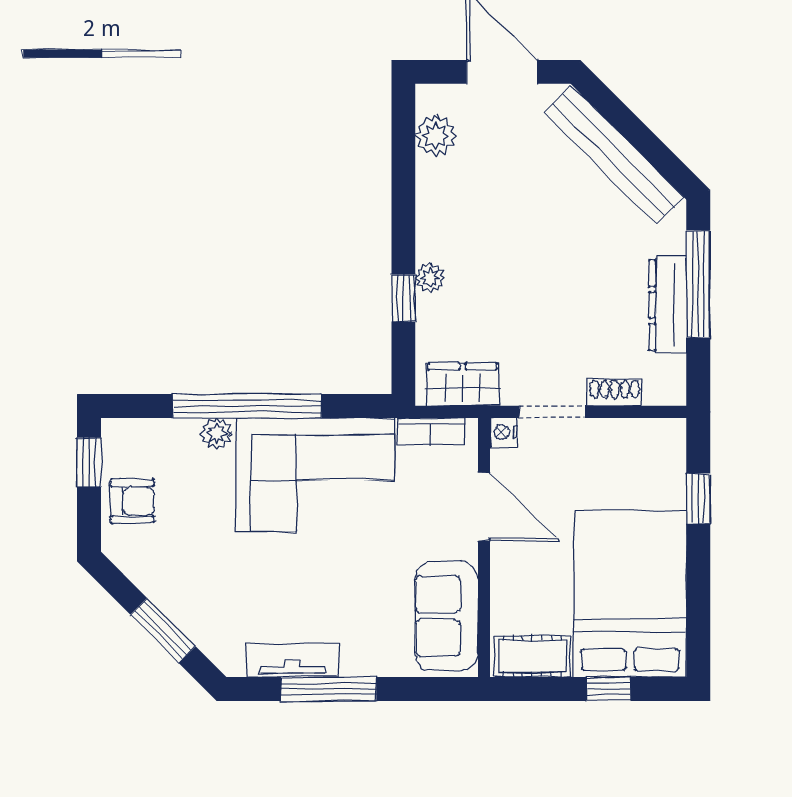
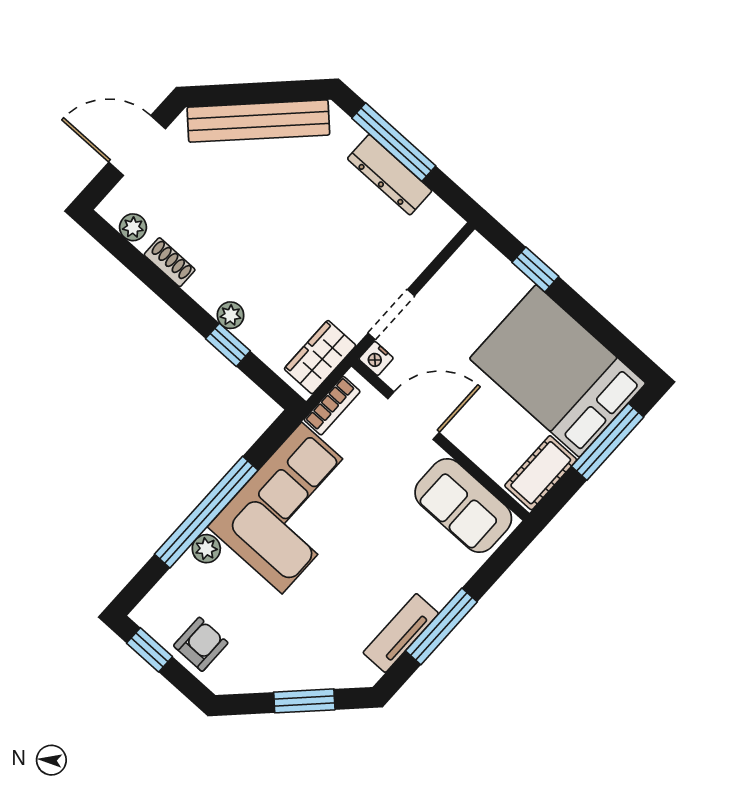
plant: (436, 136) -> (133, 227), width x0.73, depth x0.73
shoe rack: (615, 393) -> (170, 262), moved, turned 90
window: (608, 689) -> (608, 442), width x2.17

